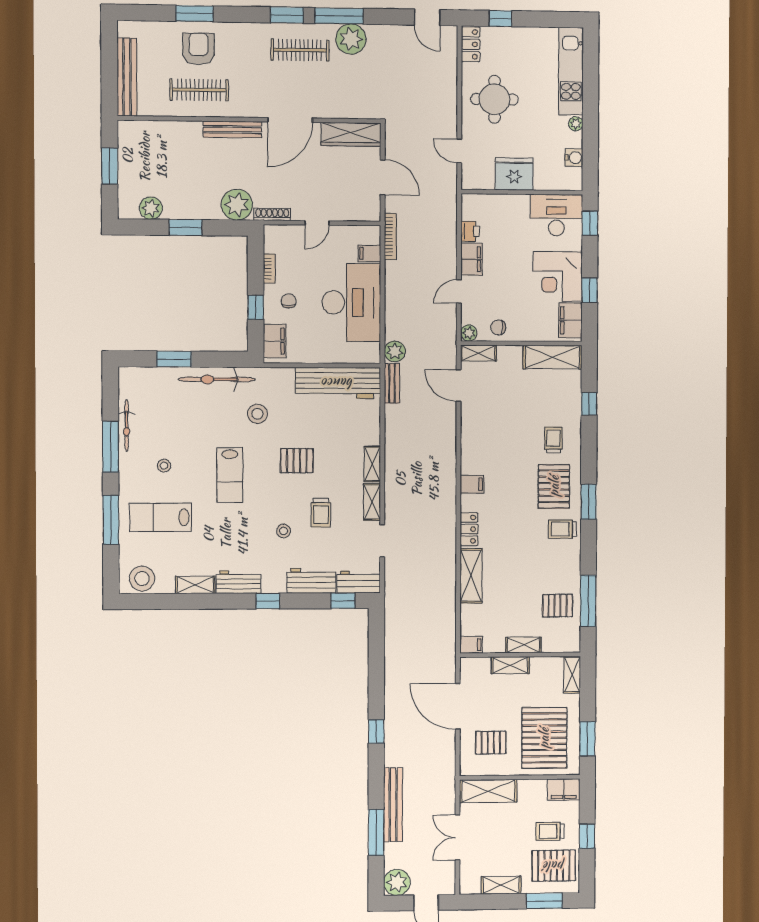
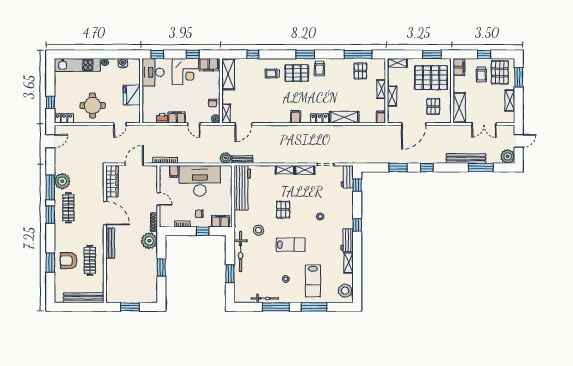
plant: (151, 208) -> (151, 286), removed
trolley: (321, 513) -> (311, 197), removed
workbench: (311, 581) -> (346, 202), removed
window: (376, 677) -> (398, 167), added

